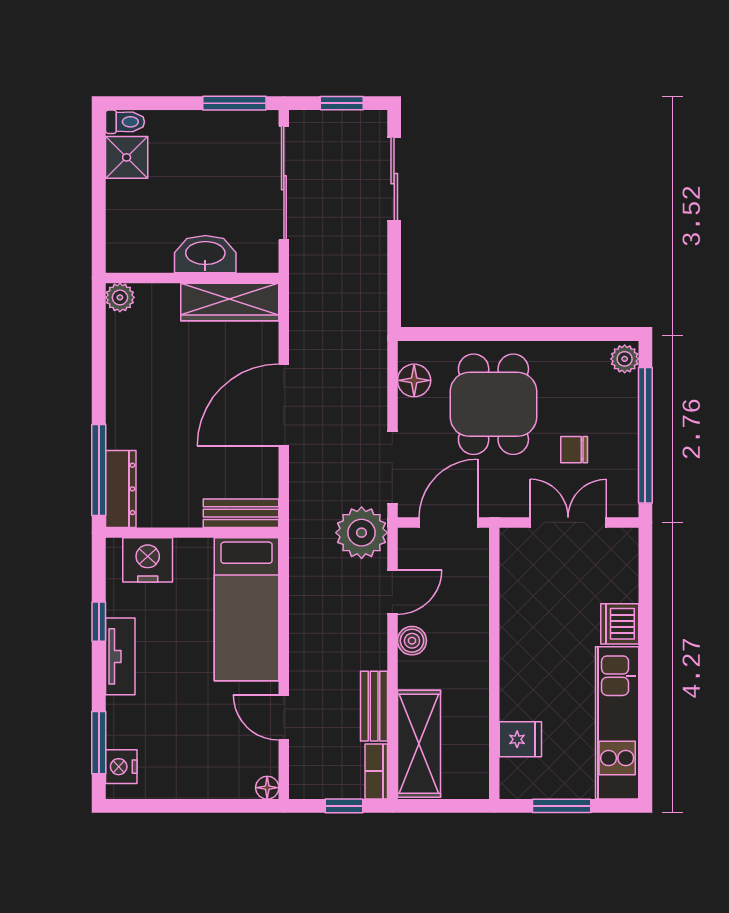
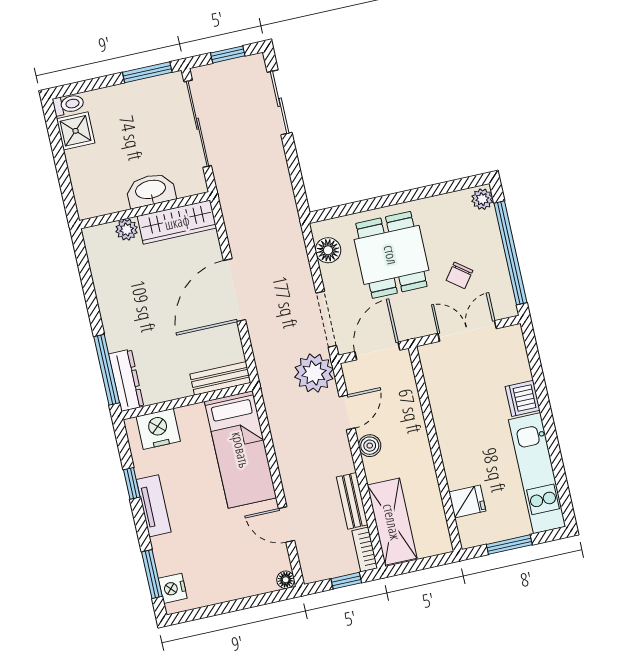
plant: (120, 297) -> (127, 230), moved
chair: (574, 450) -> (460, 275), turned -53

